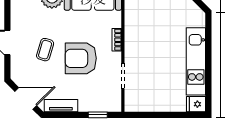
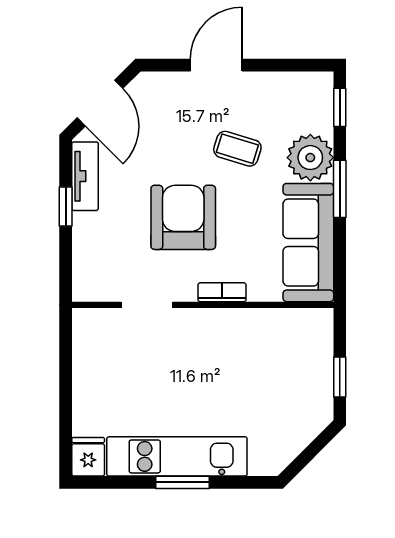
coffee table: (45, 50) -> (237, 149), moved
window: (208, 59) -> (182, 482), added
window: (98, 115) -> (66, 207), moved

